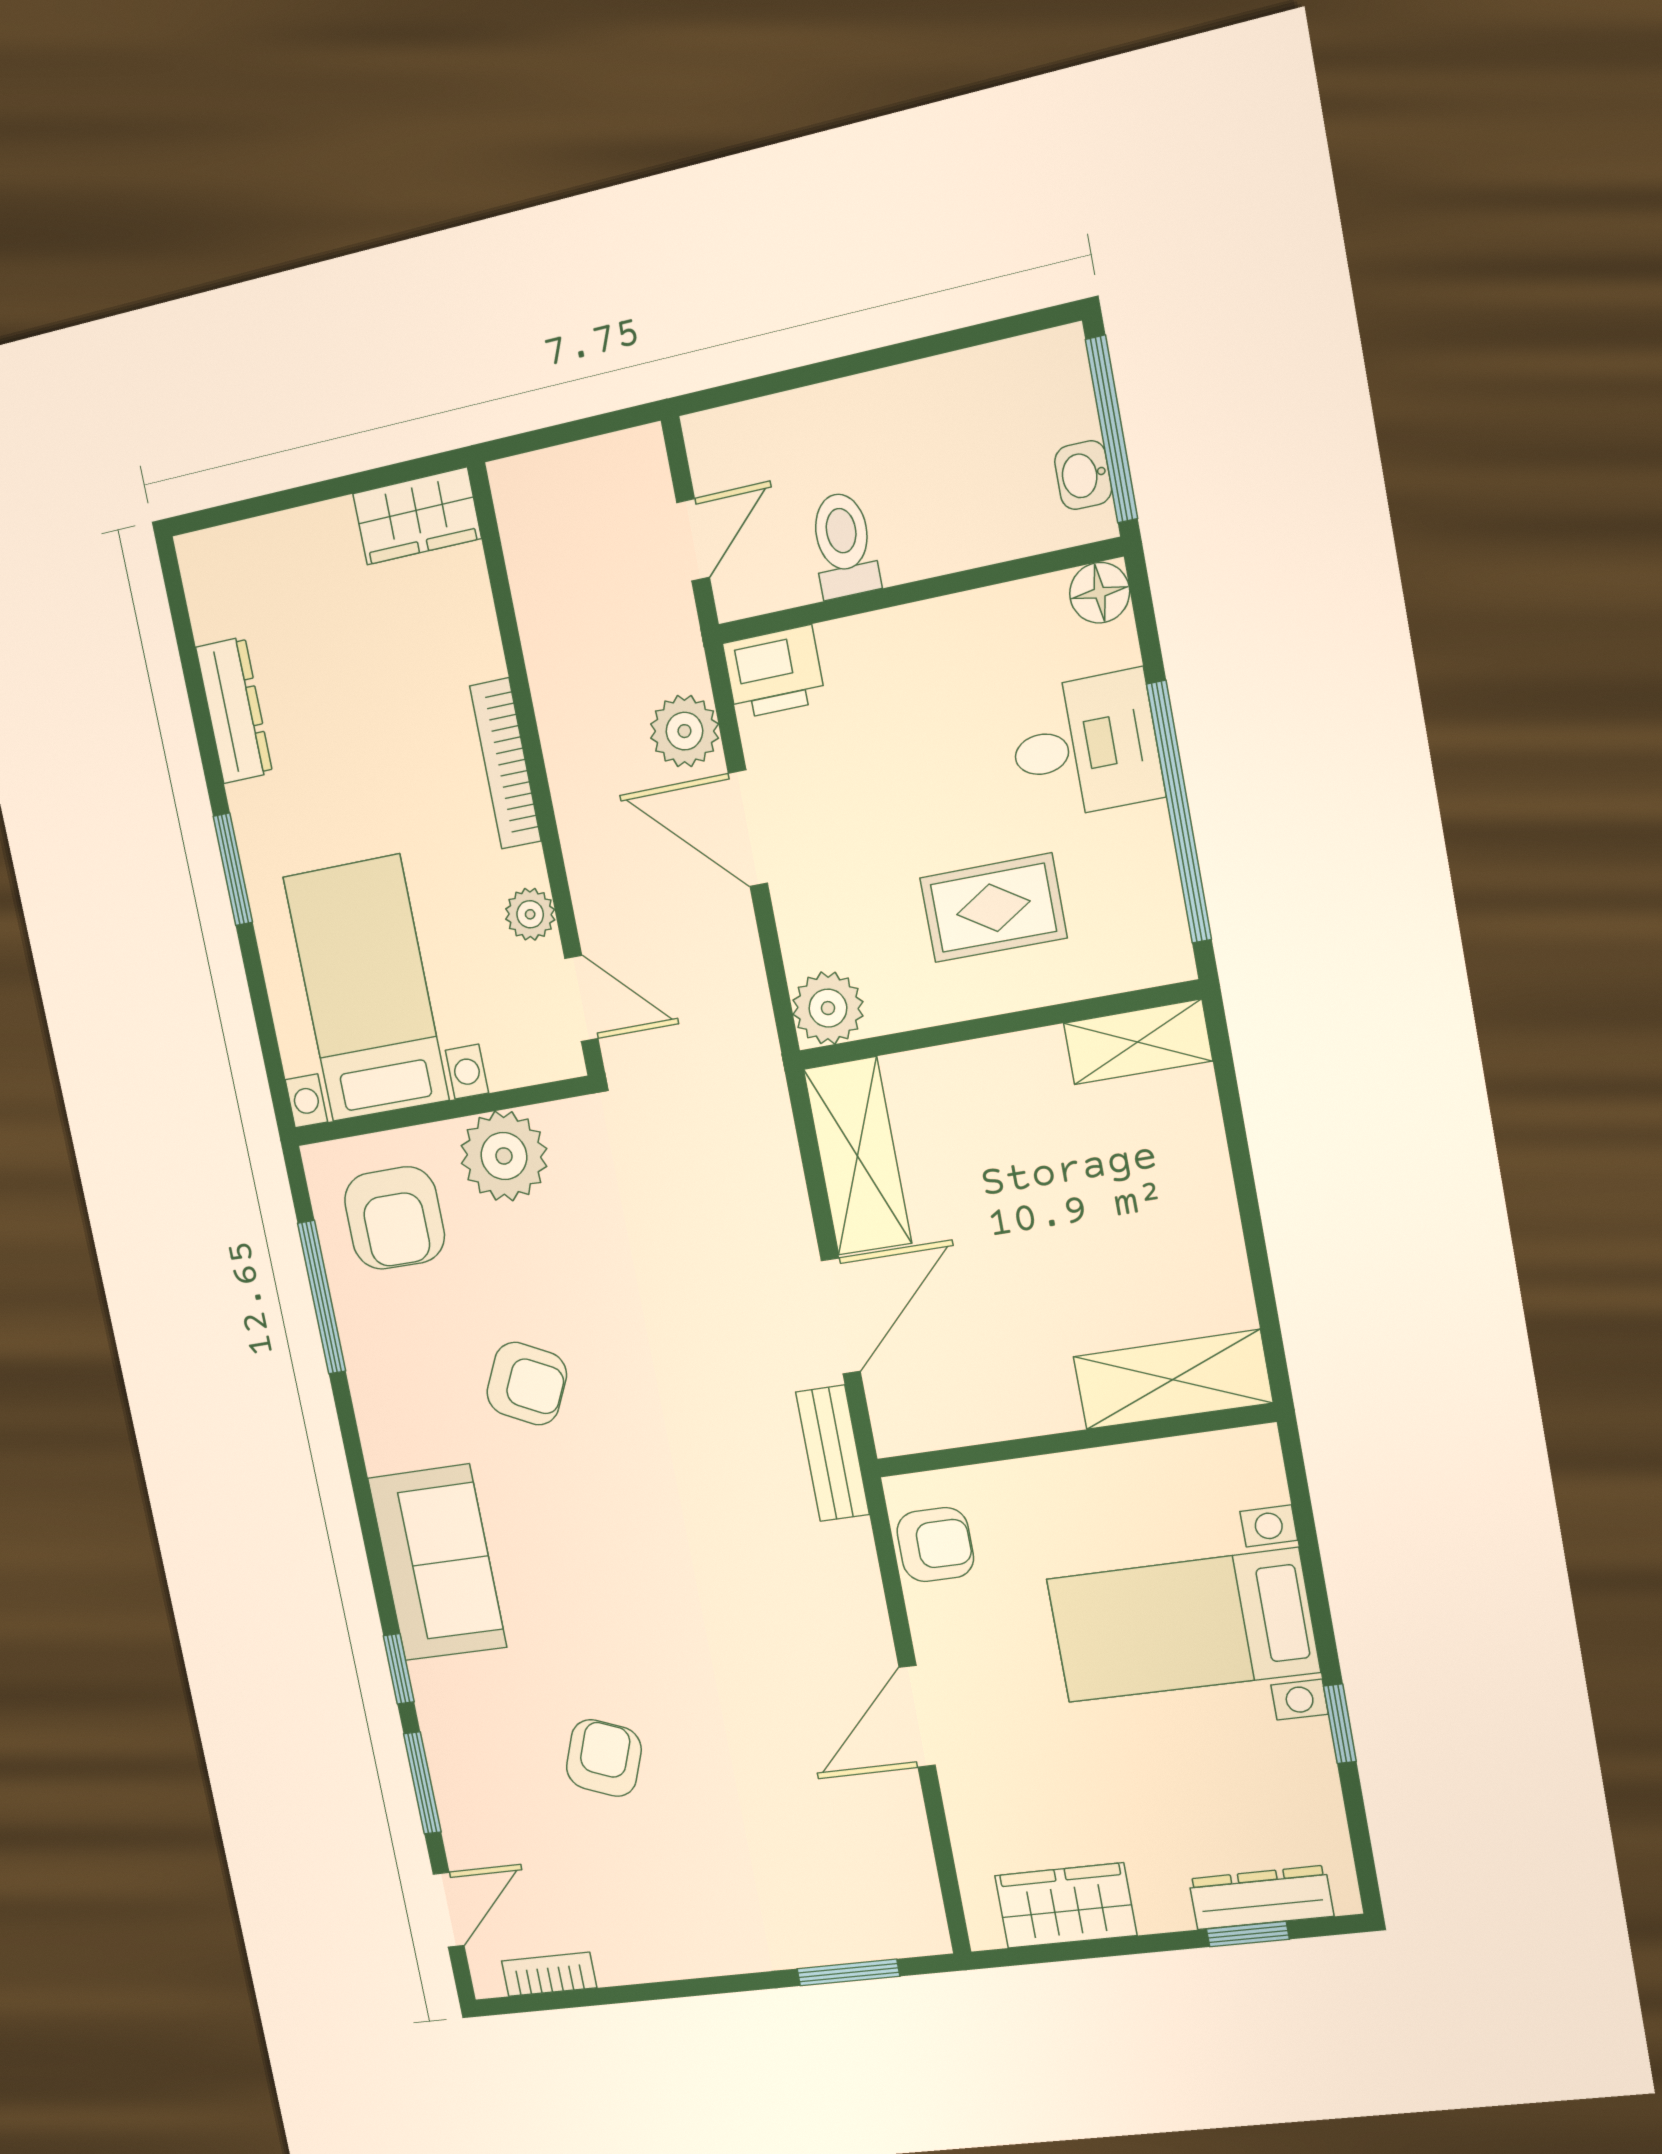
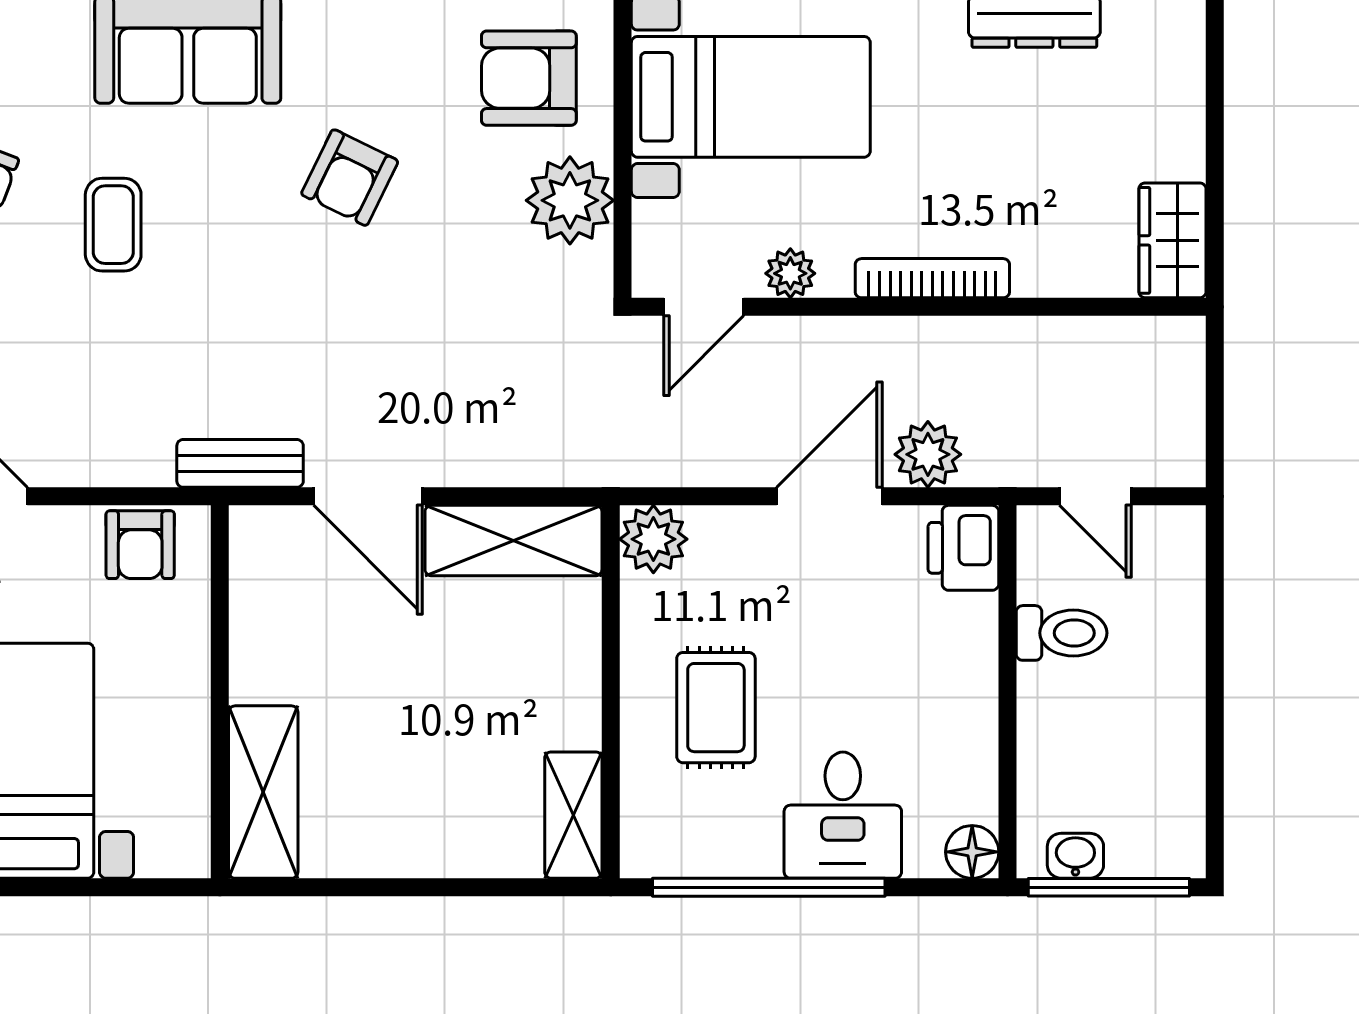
coffee table: (620, 1614) -> (113, 225), added

